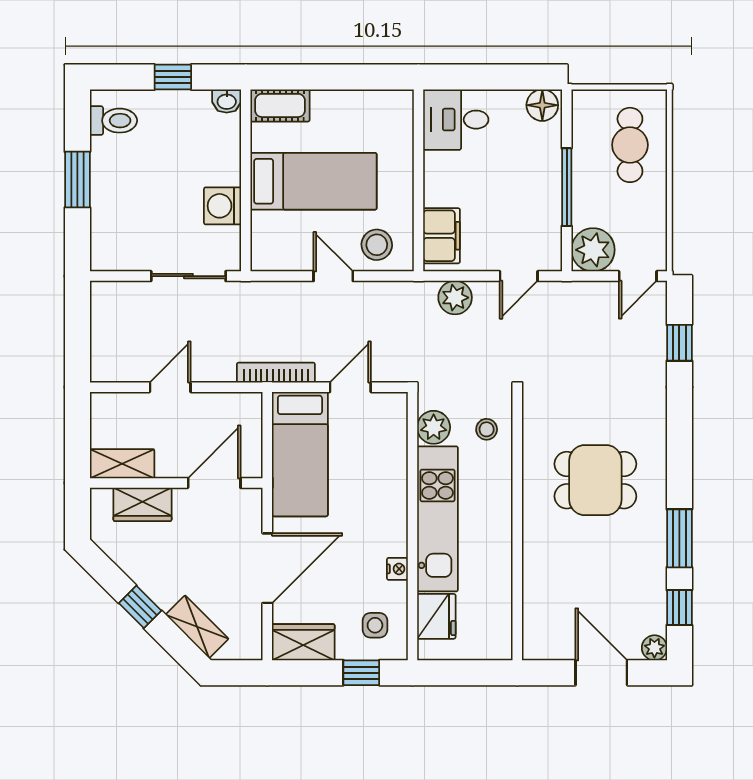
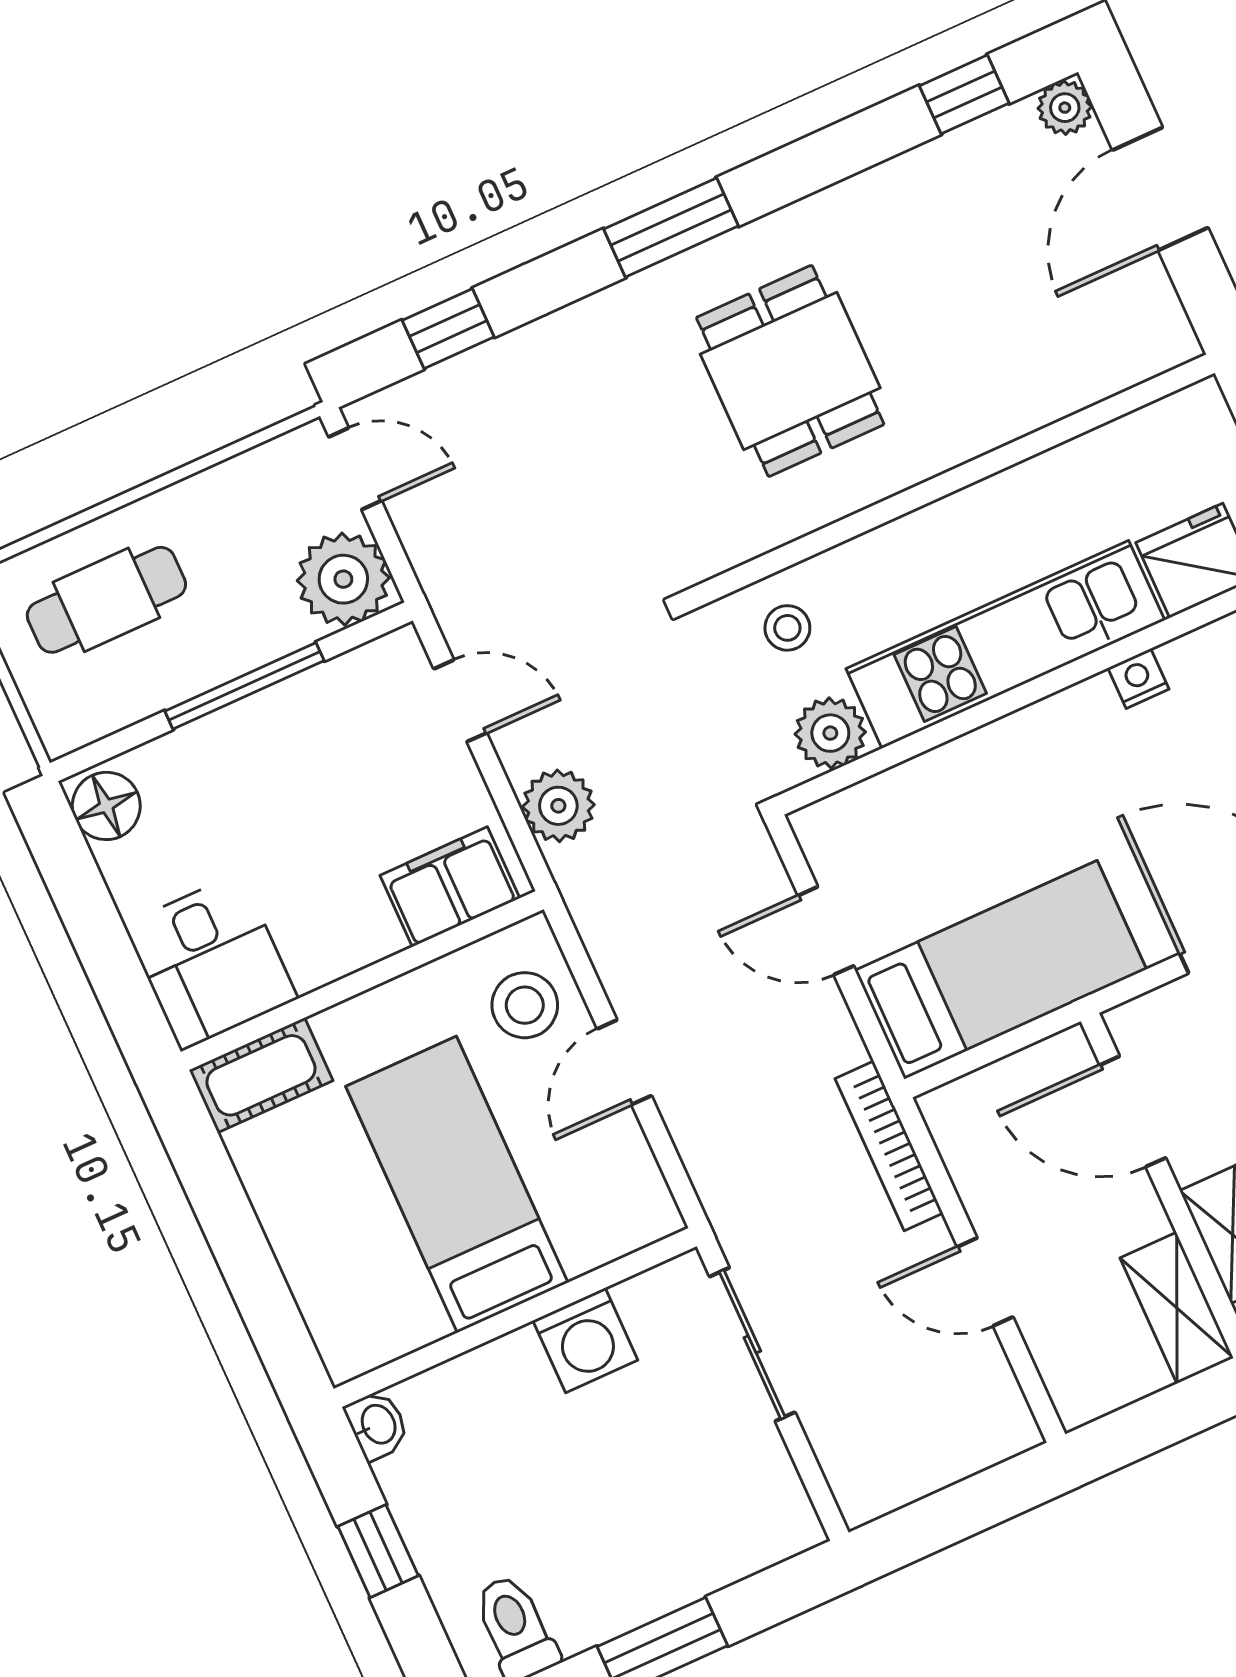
cot: (280, 105) -> (261, 1075), moved, turned 90
bookcase: (276, 373) -> (889, 1146), moved
window: (679, 538) -> (671, 228), moved

